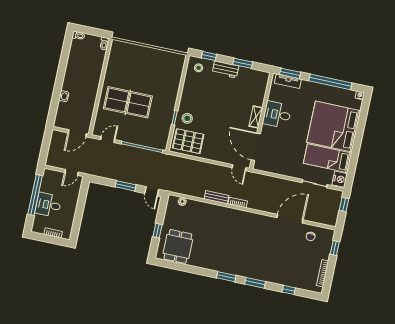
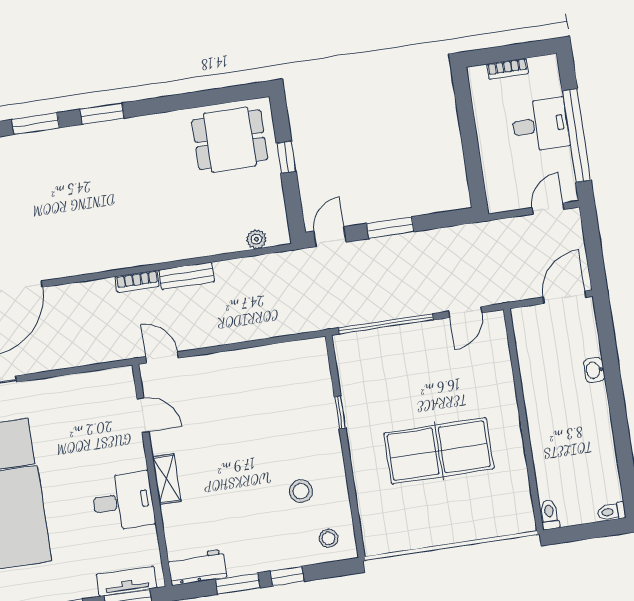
window: (209, 56) -> (287, 576), moved
workbench: (225, 69) -> (197, 567), moved
table tennis table: (128, 102) -> (439, 451), moved
stool: (187, 118) -> (301, 491), moved
door: (77, 133) -> (564, 297), moved
pallet: (188, 141) -> (292, 373), removed
door: (256, 147) -> (143, 415), width x0.53
door: (72, 172) -> (548, 209), moved
door: (152, 191) -> (330, 237), hinge flipped
dining table: (178, 246) -> (230, 140), turned 90

